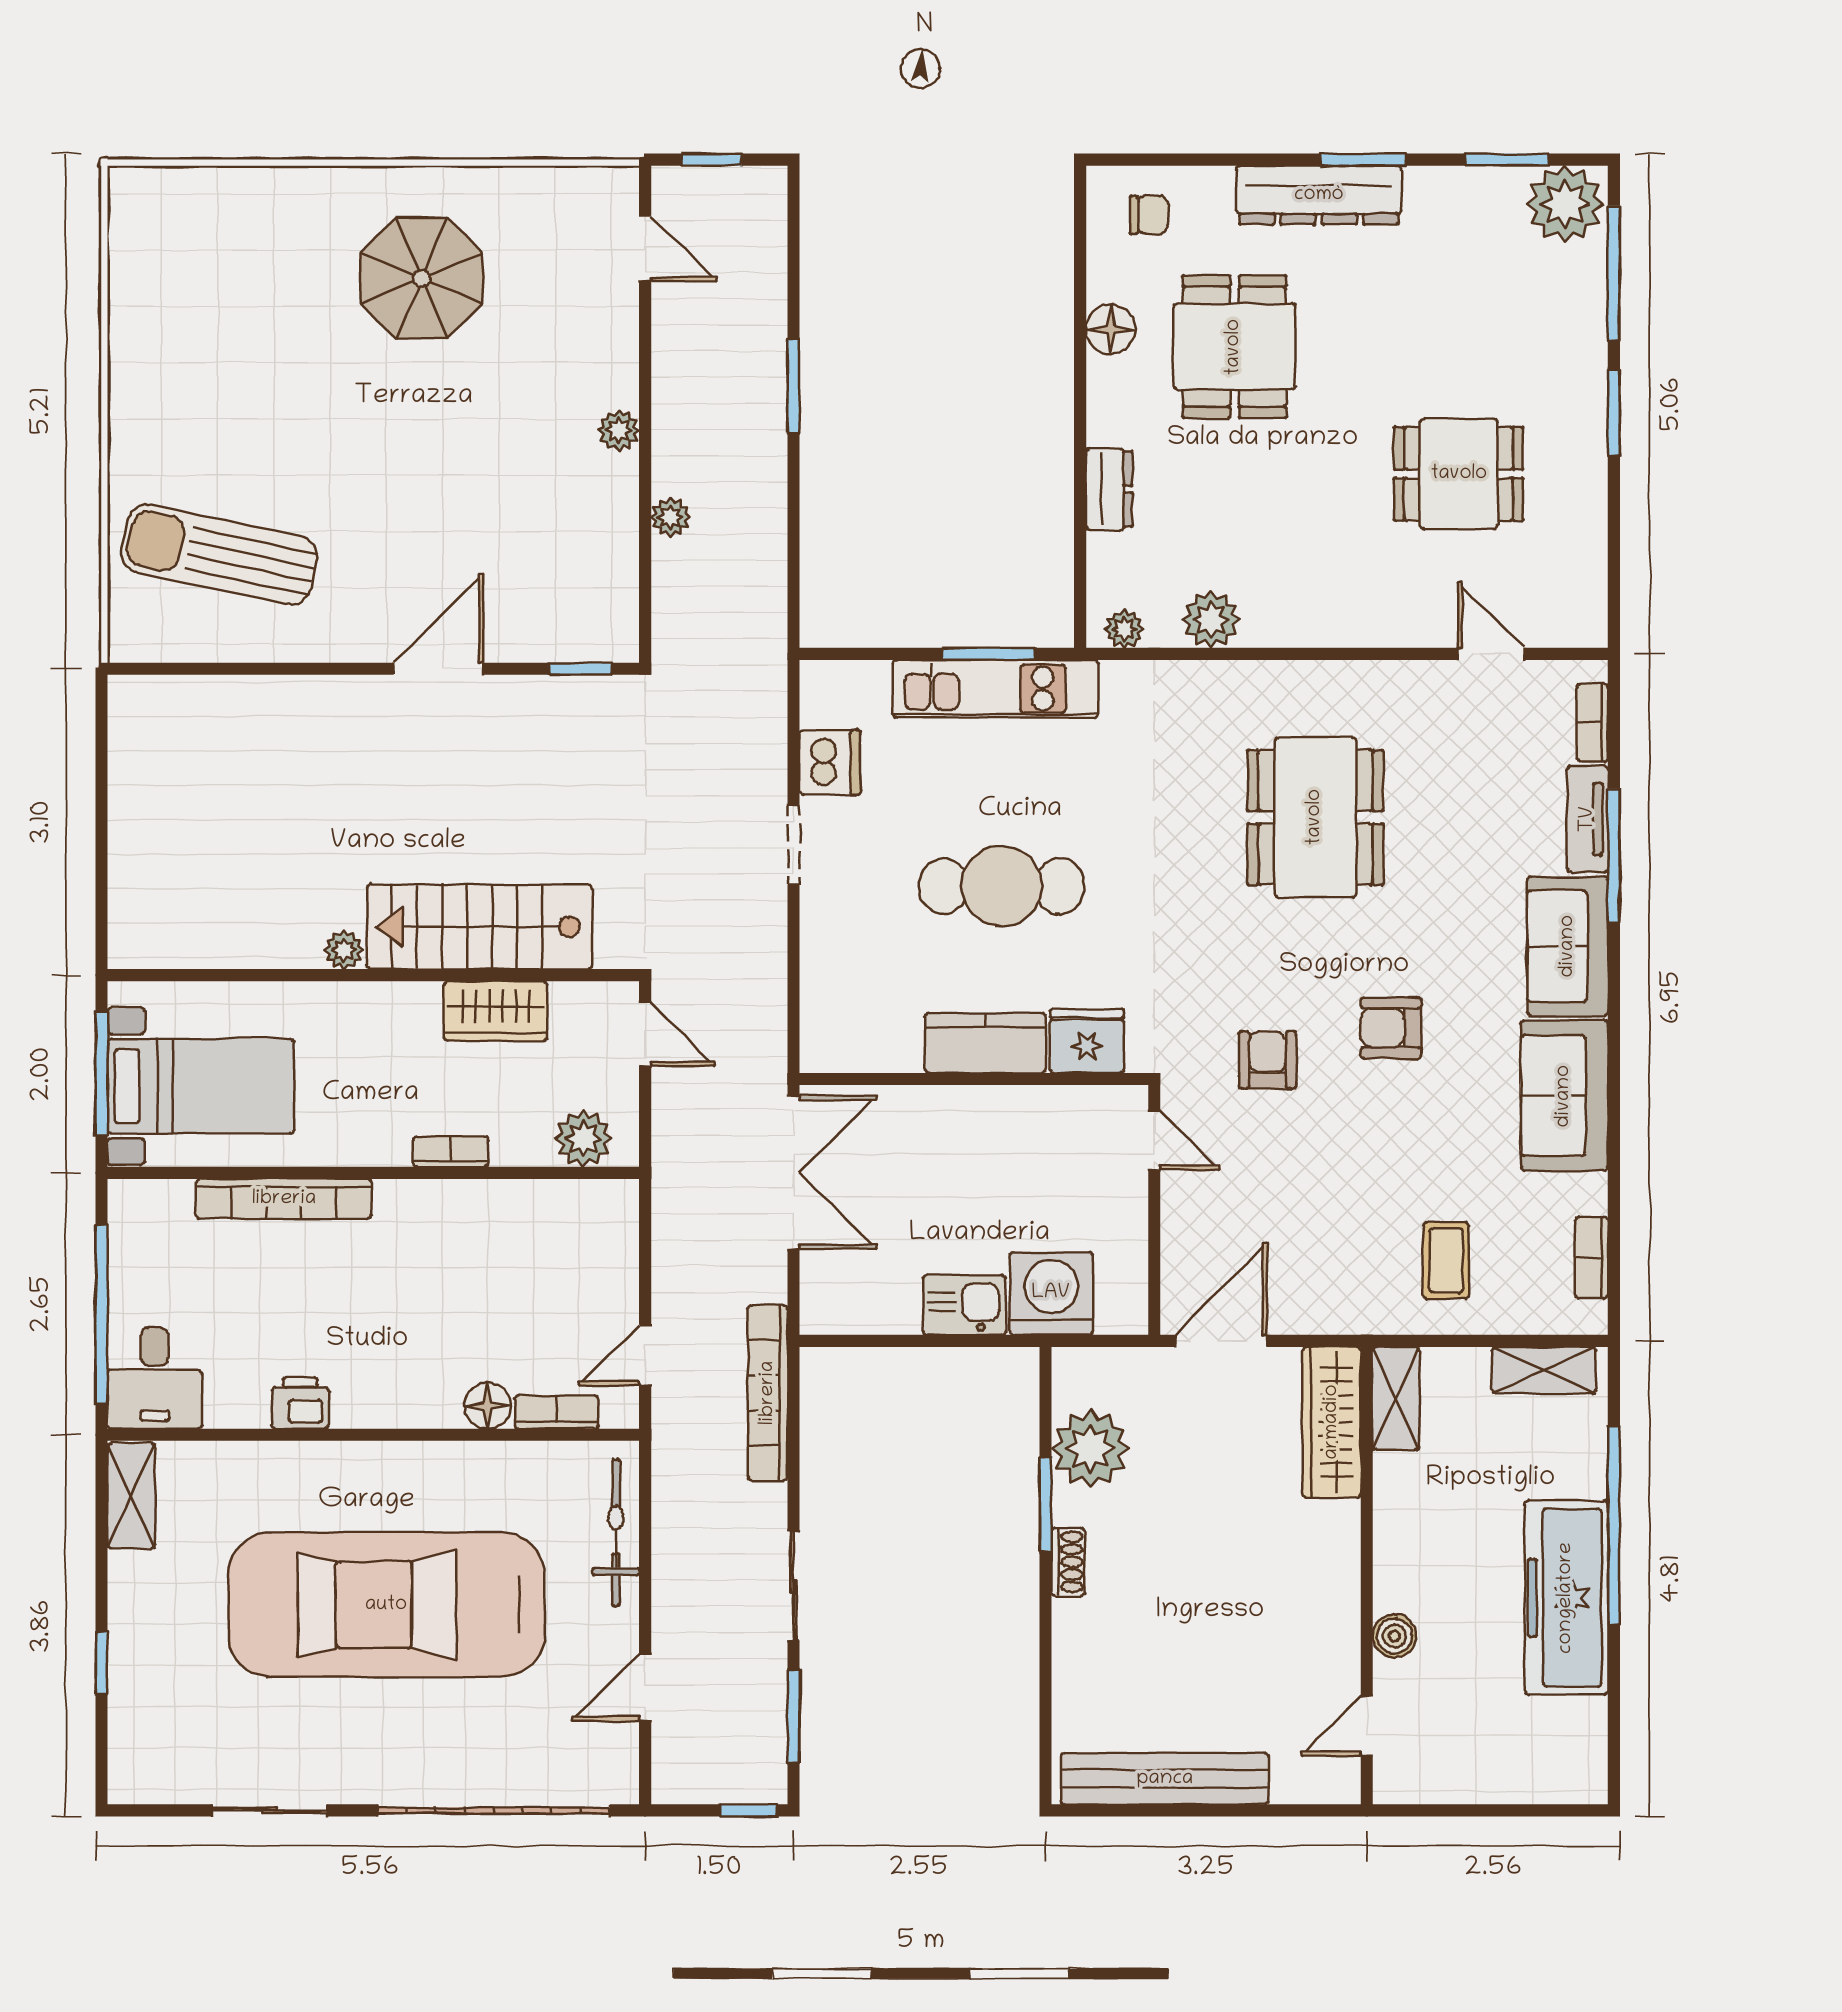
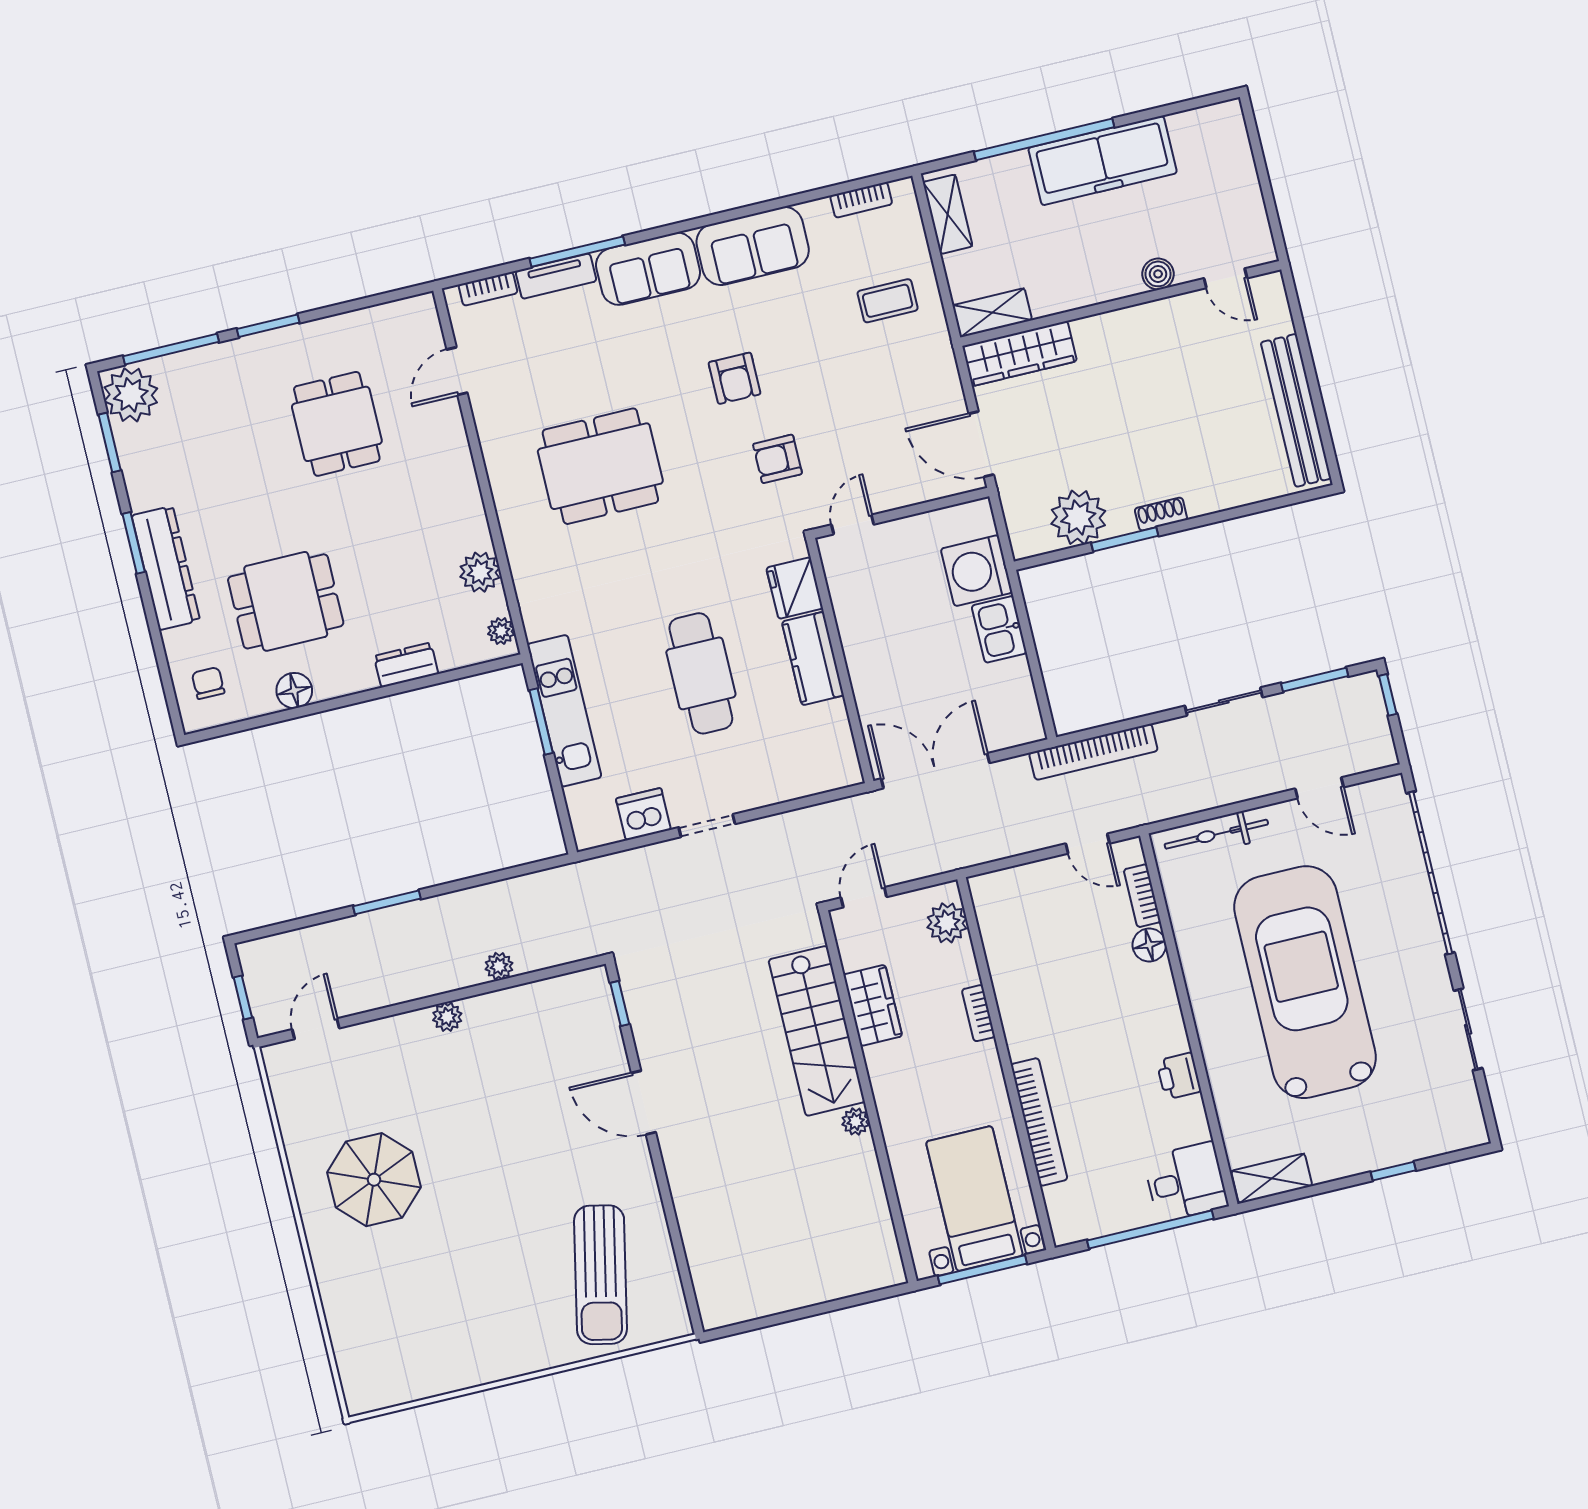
car: (386, 1605) -> (1305, 982), turned 180

